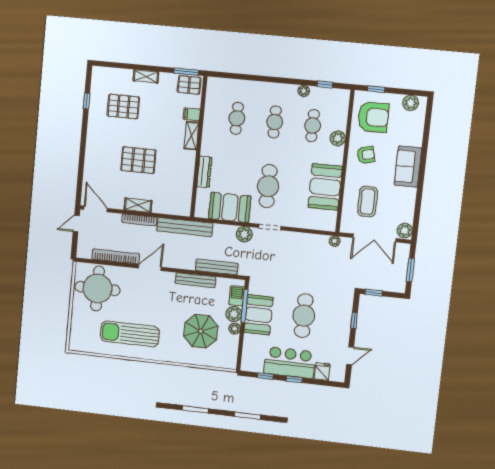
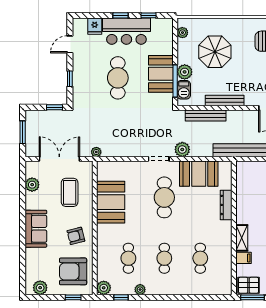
plant: (338, 138) -> (104, 288), moved
plant: (405, 231) -> (32, 185), moved
plant: (235, 329) -> (182, 33), moved

